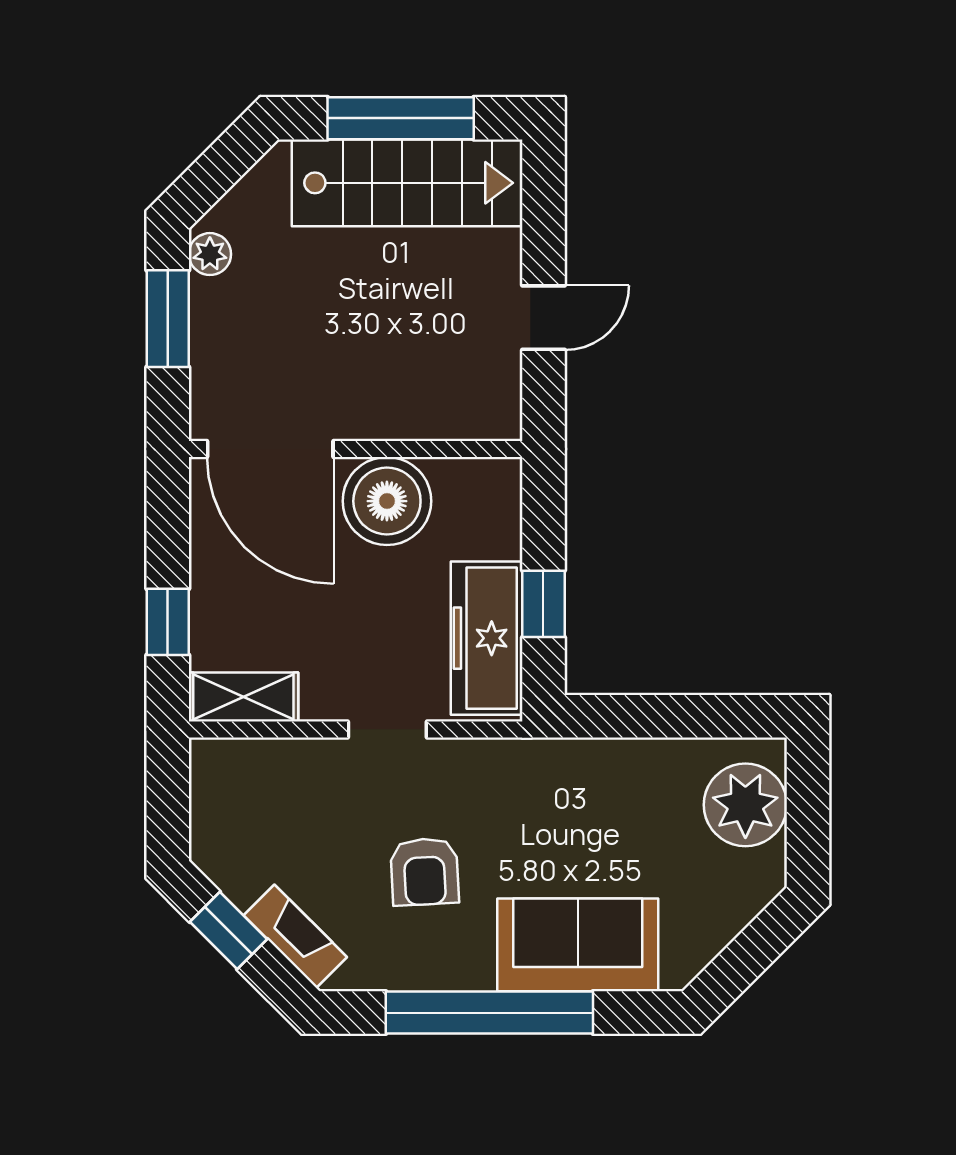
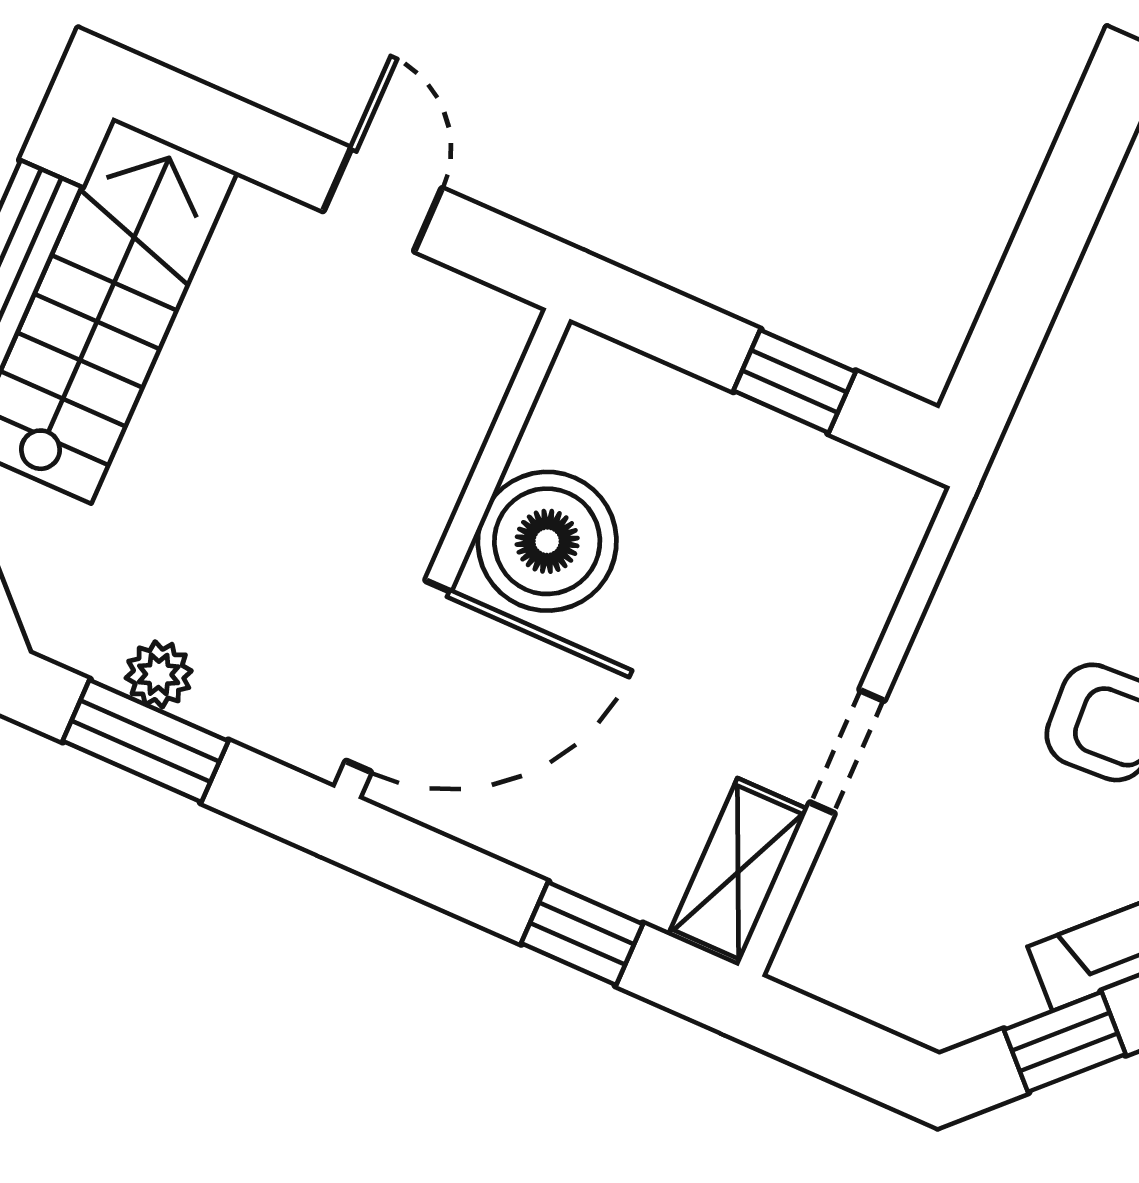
plant: (210, 254) -> (159, 674), moved
freezer: (487, 638) -> (808, 485), removed
doorway: (387, 729) -> (847, 752), moved

